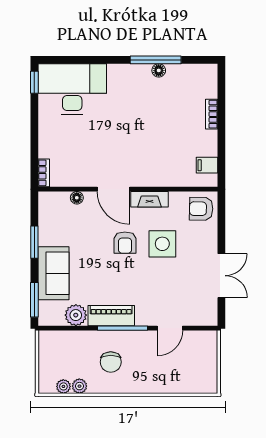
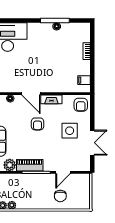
armchair: (201, 209) -> (81, 105), turned -91
side table: (162, 244) -> (70, 131), moved
chair: (111, 362) -> (60, 196), moved

